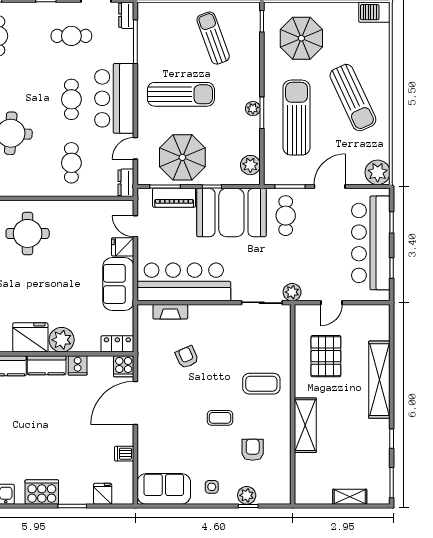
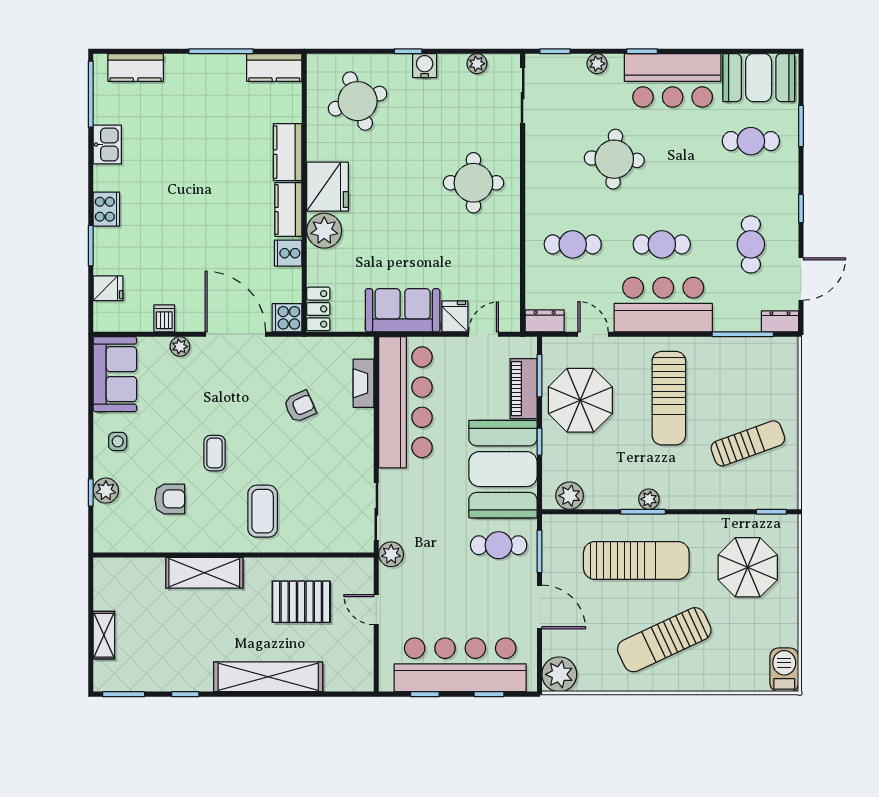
plant: (144, 443) -> (180, 347), added
cooker: (42, 492) -> (106, 209), width x0.73, depth x0.76

